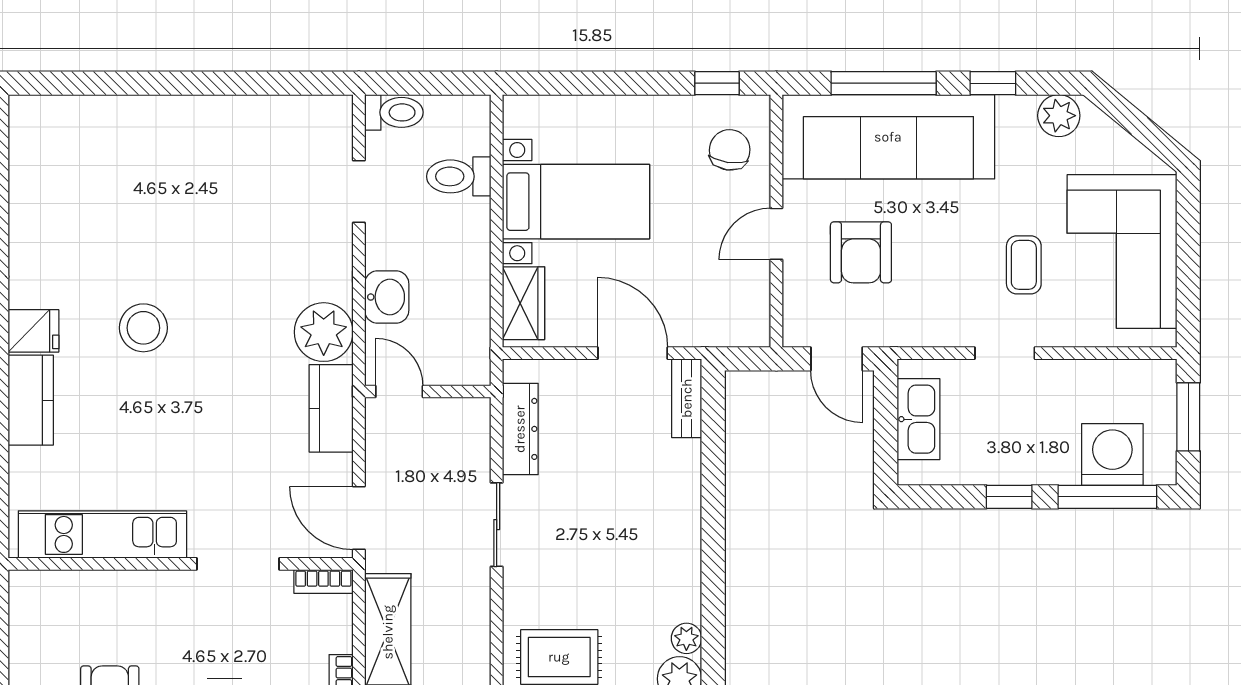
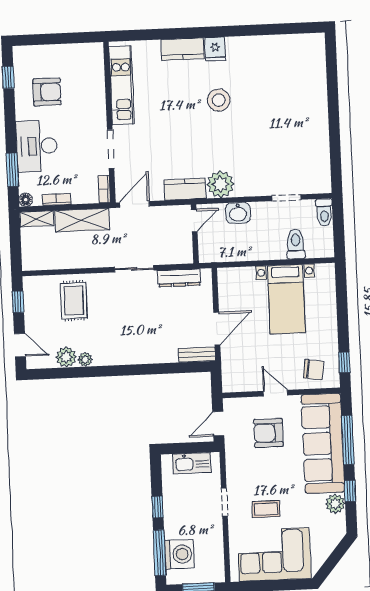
plant: (1059, 116) -> (335, 504), moved
wardrobe: (524, 303) -> (238, 277), removed

